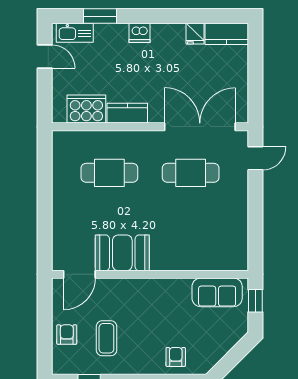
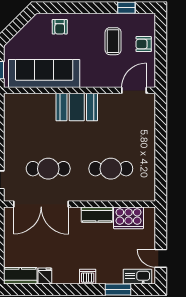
booth: (122, 253) -> (77, 107), moved
sofa: (217, 292) -> (44, 74), width x1.85, depth x1.27
armchair: (67, 335) -> (144, 44), turned 90

